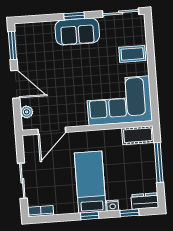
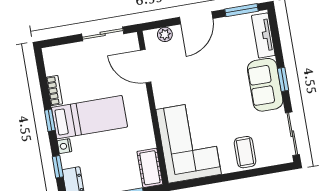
tv unit: (35, 29) -> (263, 35), added
sliding door: (22, 181) -> (103, 34), moved
bookcase: (41, 211) -> (54, 91), moved

